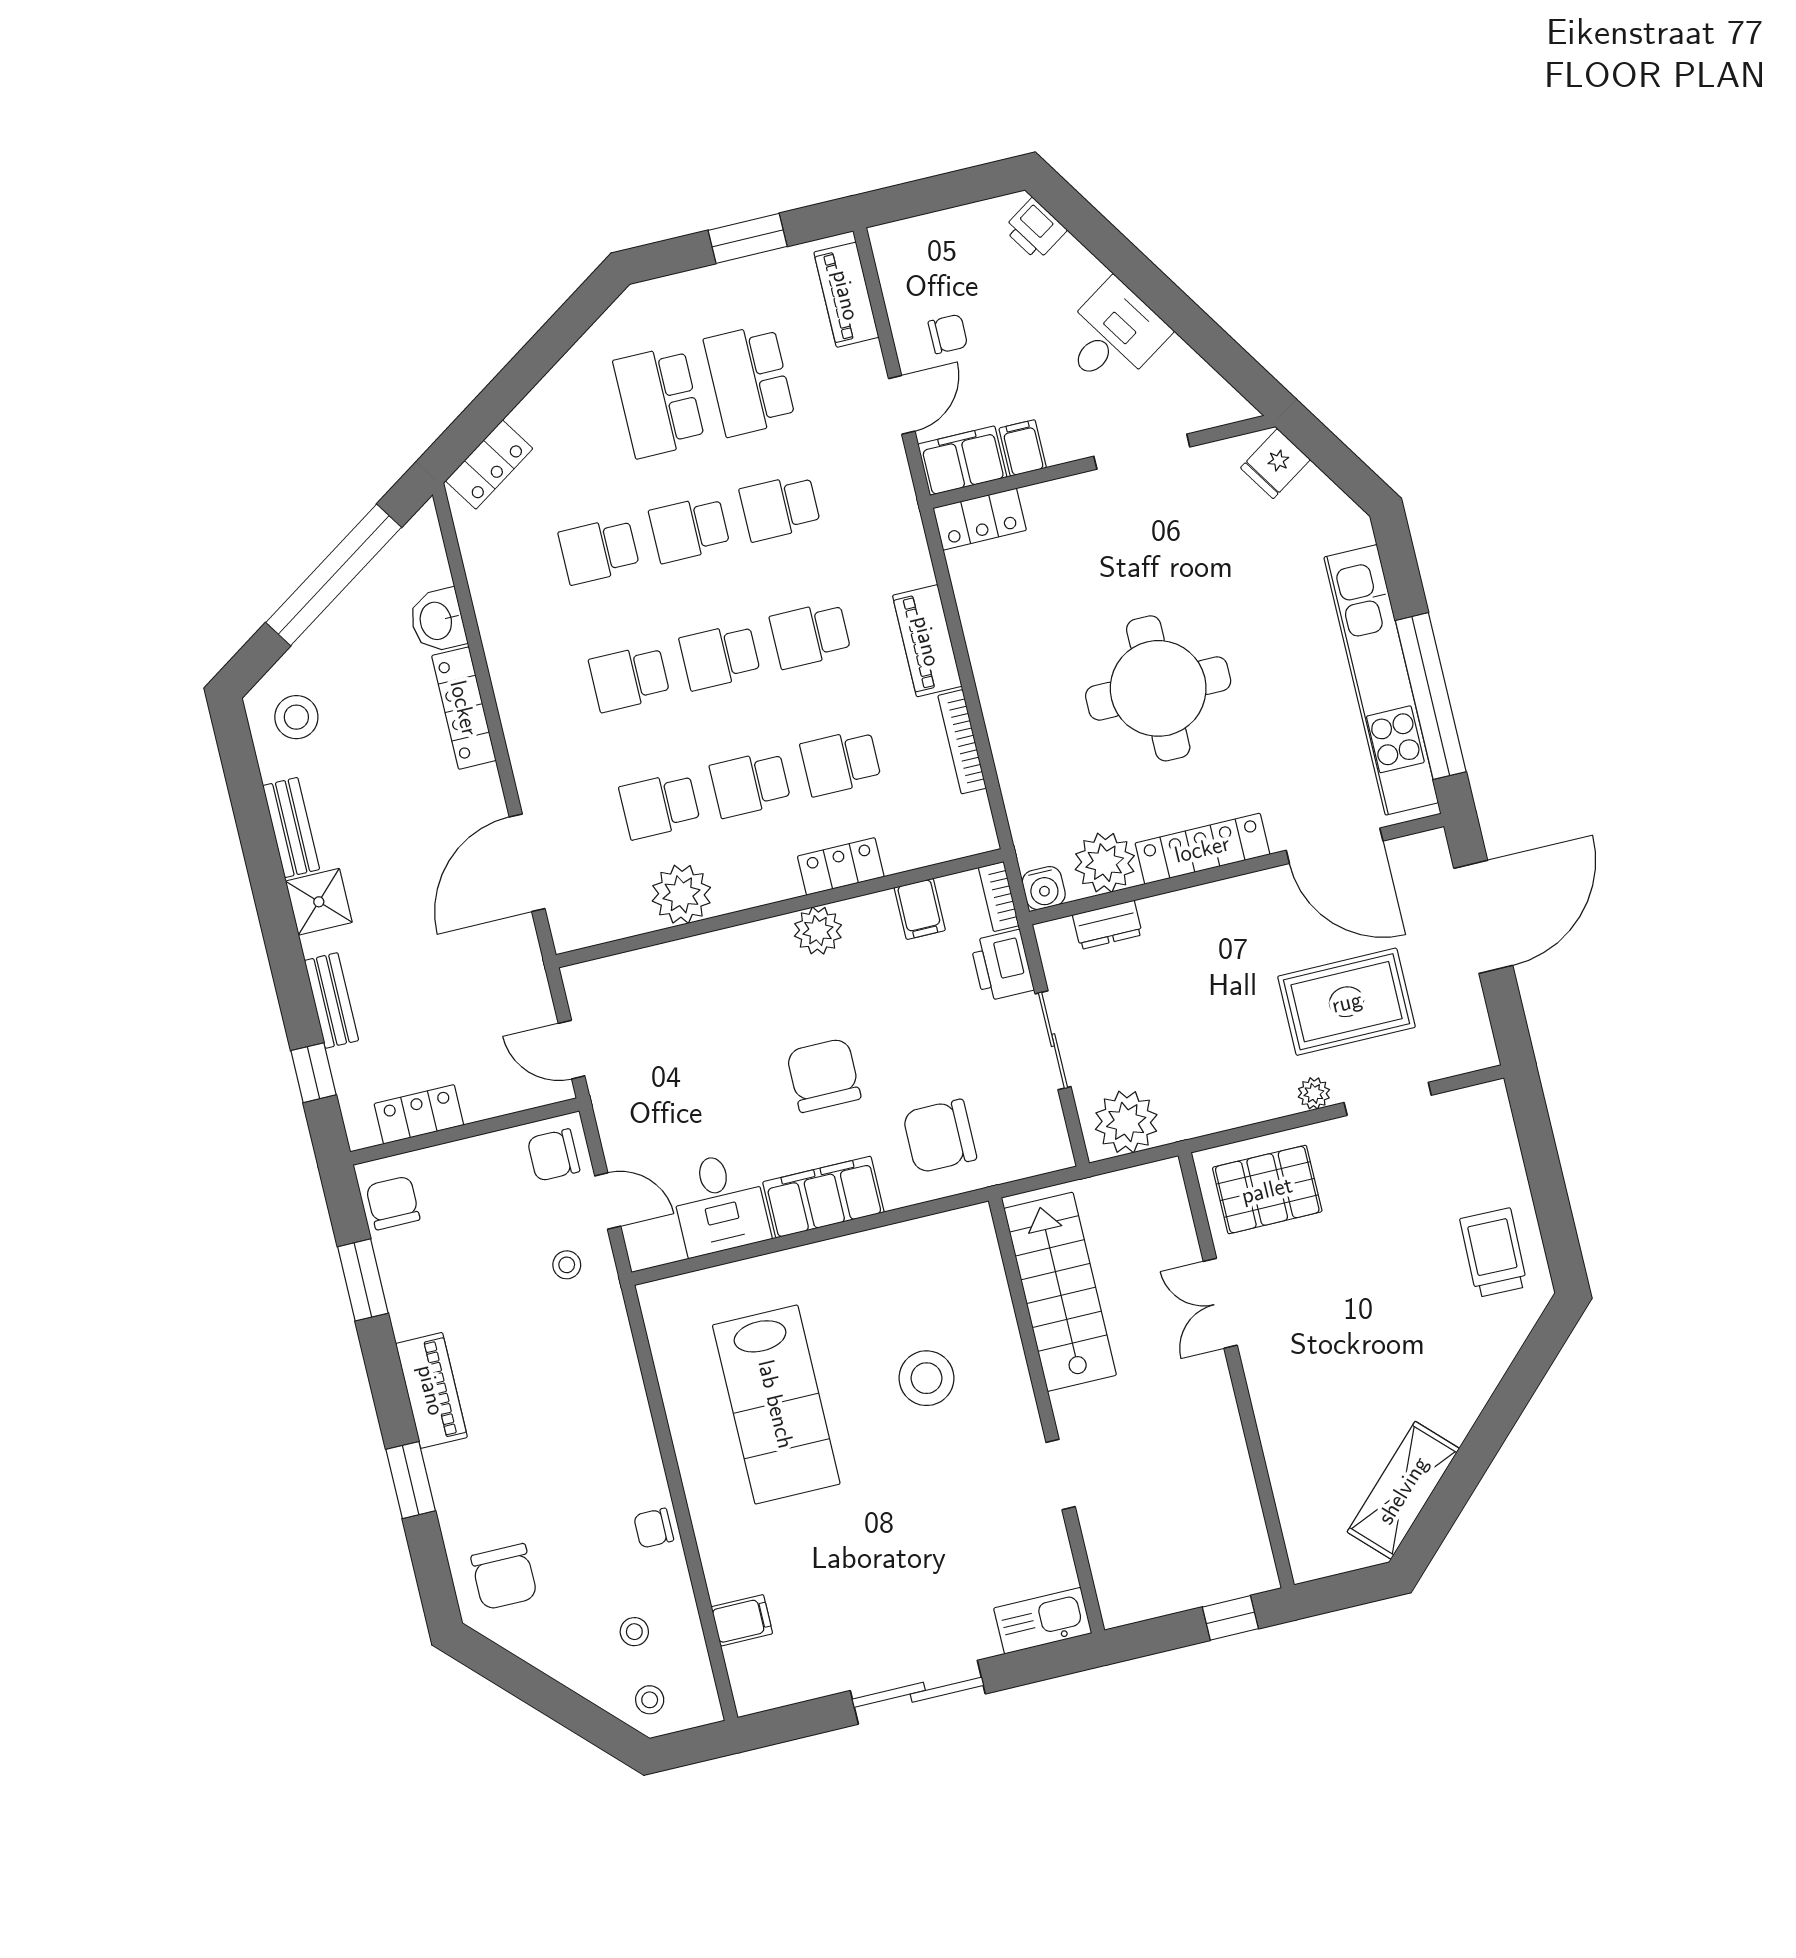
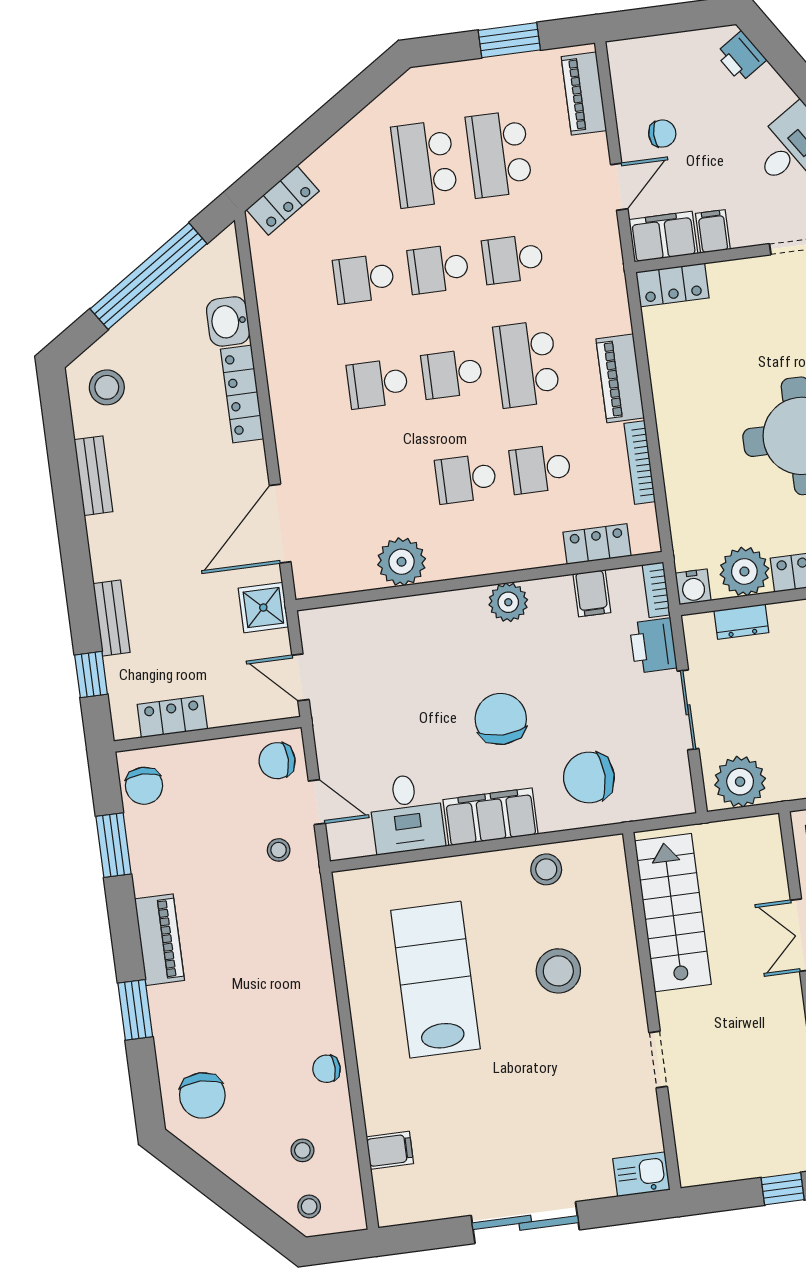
school desk: (810, 635) -> (527, 364), width x1.85
school desk: (660, 805) -> (391, 489), removed
locker: (841, 866) -> (597, 544), moved
shower: (319, 902) -> (263, 608), moved
chair: (393, 1203) -> (144, 786), turned 180
stool: (899, 1255) -> (546, 869), added
lab bench: (776, 1404) -> (435, 980), turned 180
kitchen sink: (1043, 1621) -> (641, 1174), width x0.73

